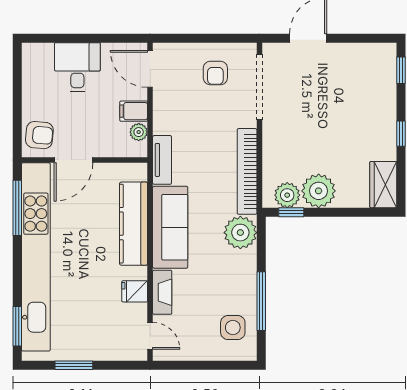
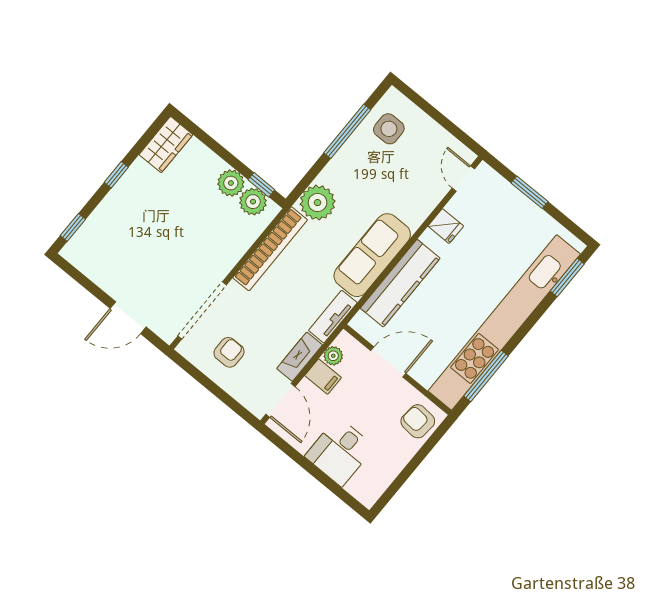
door: (73, 160) -> (388, 362), moved
plant: (319, 191) -> (231, 183), width x0.73, depth x0.73
fireplace: (162, 292) -> (300, 357), moved
window: (74, 365) -> (530, 192), moved

